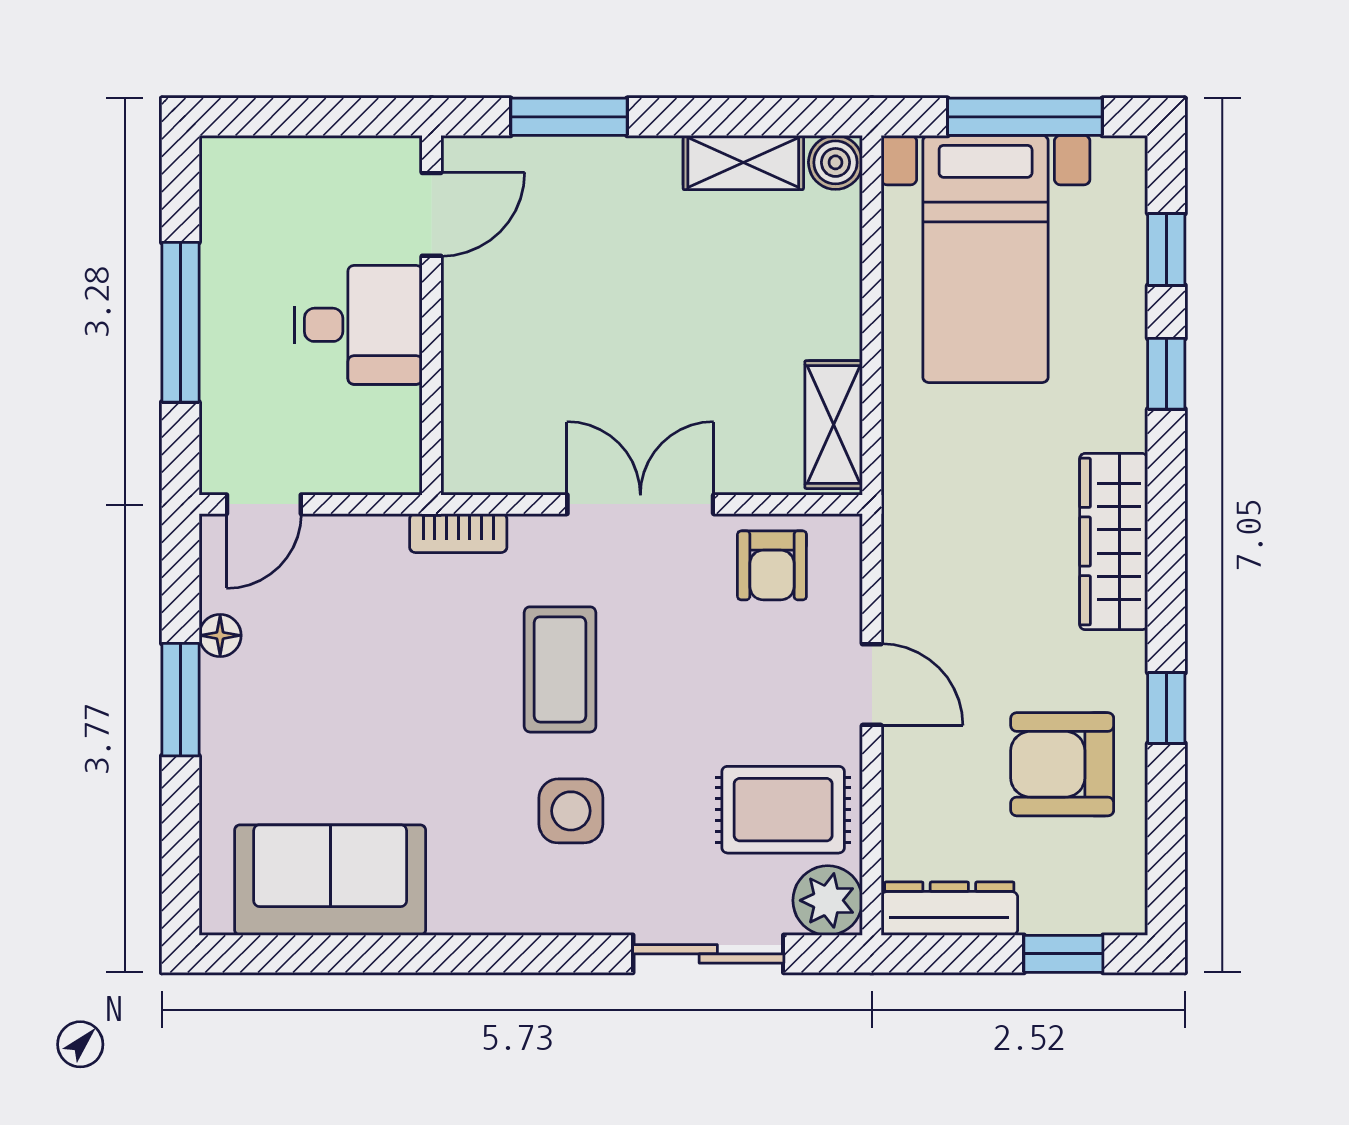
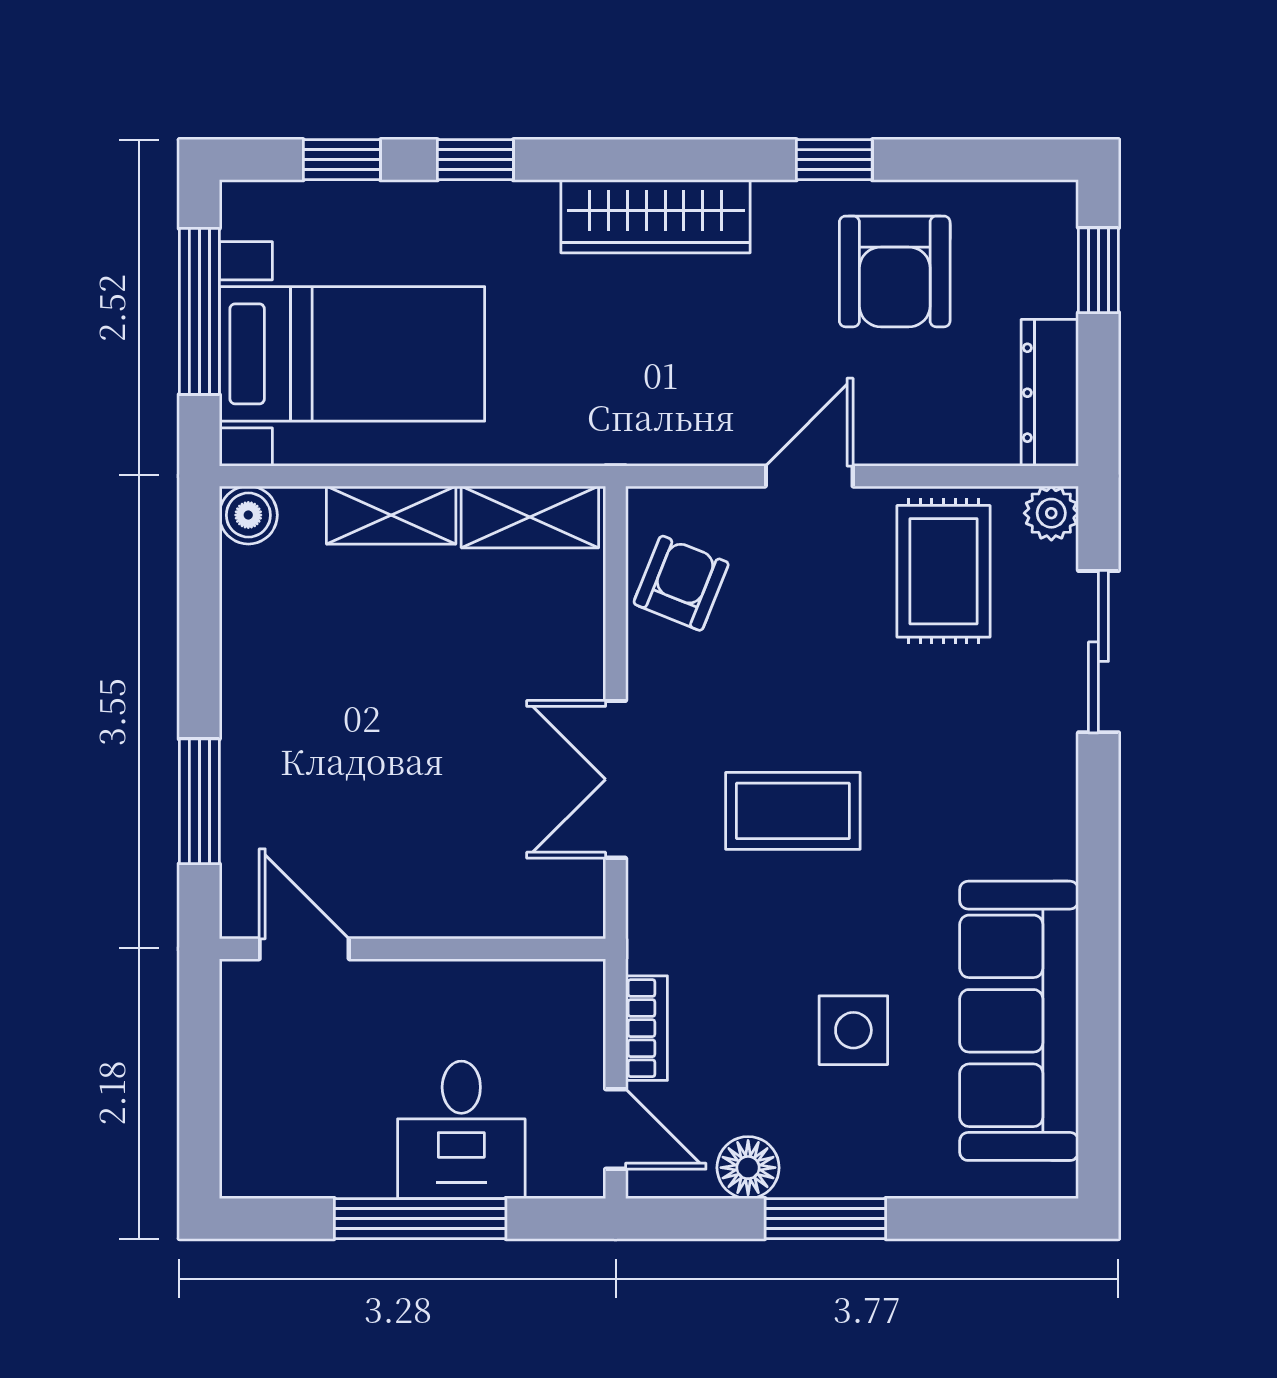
shelving: (743, 162) -> (391, 515), moved, turned 90
desk: (358, 325) -> (461, 1130), moved, turned 180
double door: (640, 504) -> (616, 779), moved
bookcase: (458, 533) -> (646, 1028), moved
armchair: (772, 565) -> (681, 583), turned -68
floor lamp: (220, 635) -> (748, 1168), width x1.37, depth x1.37
side table: (571, 811) -> (853, 1030), moved
sofa: (330, 880) -> (1019, 1021), width x1.36
plant: (828, 900) -> (1051, 513), width x0.73, depth x0.73

